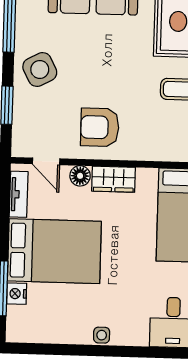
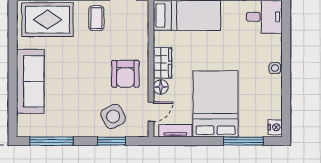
side table: (40, 70) -> (113, 116), moved
nightstand: (17, 294) -> (275, 127), moved, turned -90

